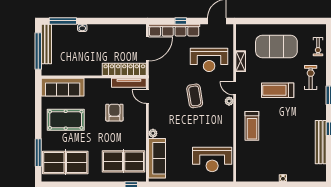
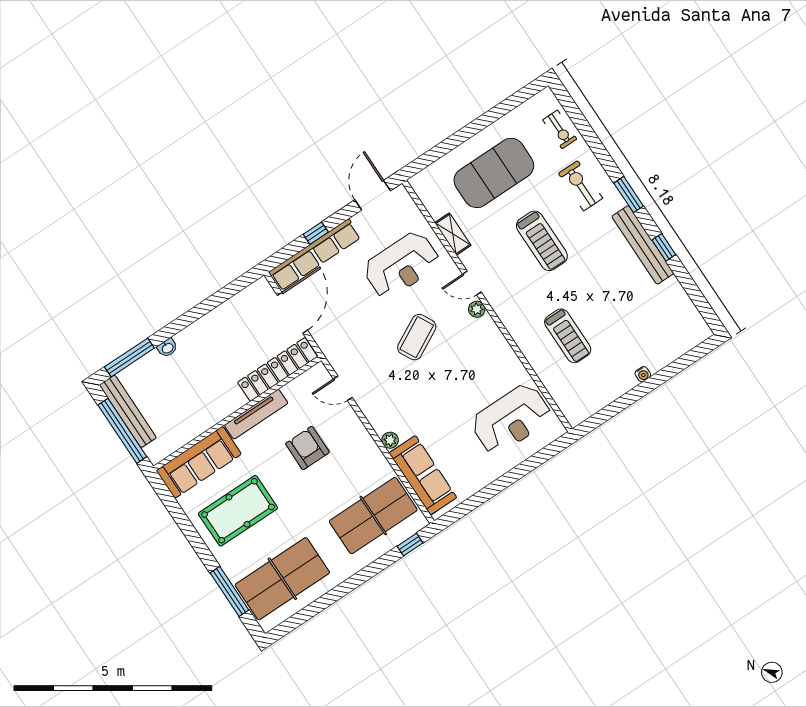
tv unit: (129, 83) -> (256, 414), moved
treadmill: (278, 90) -> (542, 241), turned -90
coffee table: (195, 96) -> (417, 337), turned 71
treadmill: (252, 126) -> (568, 336), moved
bench: (321, 142) -> (643, 245), moved

